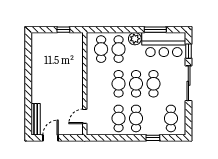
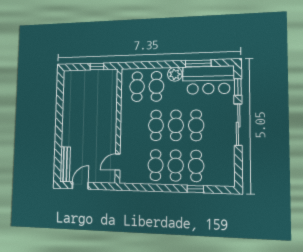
cafe table: (171, 118) -> (196, 166), moved

